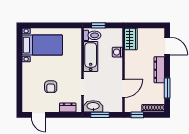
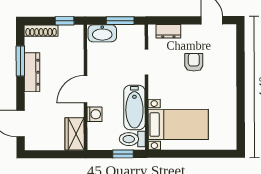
bed with nightstands: (42, 45) -> (178, 124), moved, turned 180
dresser: (159, 70) -> (32, 72), moved
door: (123, 88) -> (85, 89), moved
washbasin: (93, 106) -> (102, 33), moved

